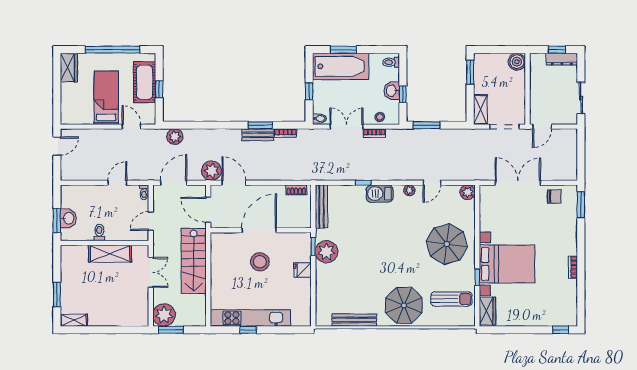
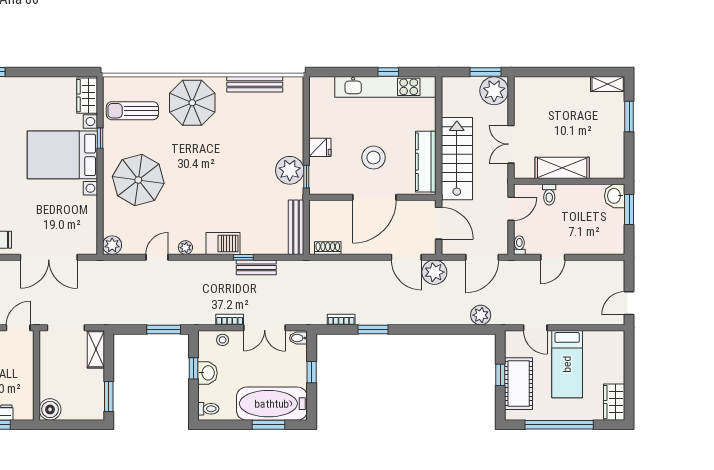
bench: (258, 135) -> (256, 267), moved
washbasin: (68, 218) -> (615, 196), moved
toilet: (99, 232) -> (549, 195), moved
kitchen counter: (218, 259) -> (426, 162), added

